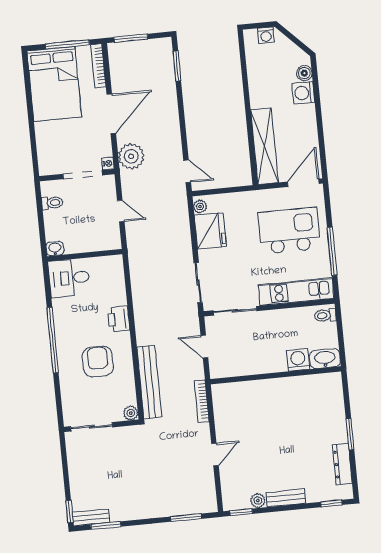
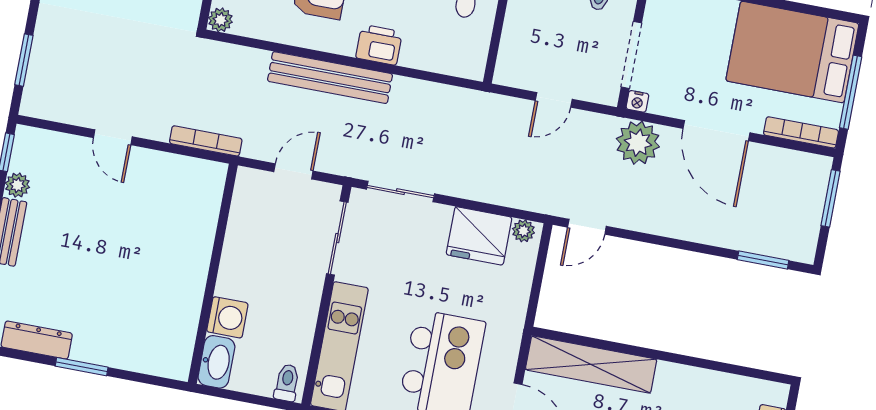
bench: (149, 382) -> (330, 78), moved

